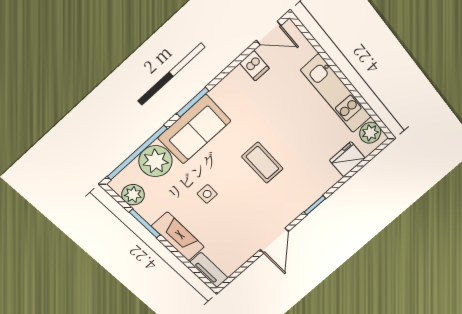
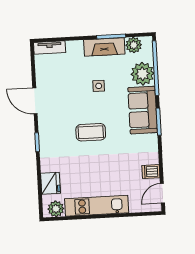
fireplace: (178, 237) -> (104, 47), moved

